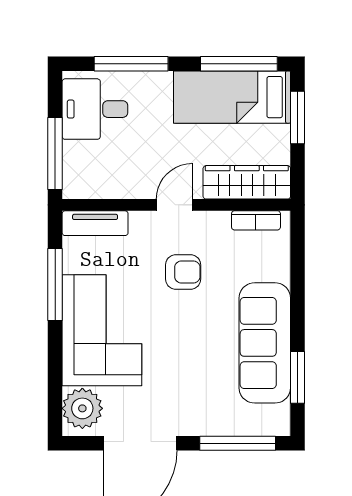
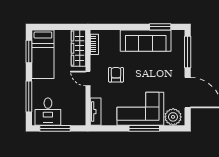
window: (239, 64) -> (29, 51), width x0.69
window: (298, 117) -> (51, 27), removed
window: (55, 154) -> (55, 128), moved
window: (55, 285) -> (144, 128), moved

